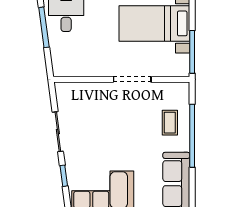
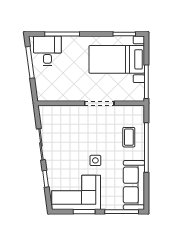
side table: (127, 152) -> (95, 160), added

